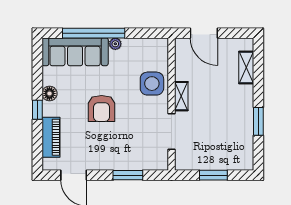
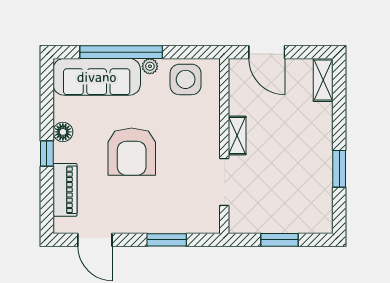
shelving: (246, 68) -> (323, 80), moved
side table: (152, 84) -> (186, 79), moved
armchair: (102, 108) -> (132, 152), width x1.36, depth x1.36

